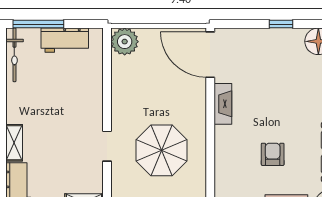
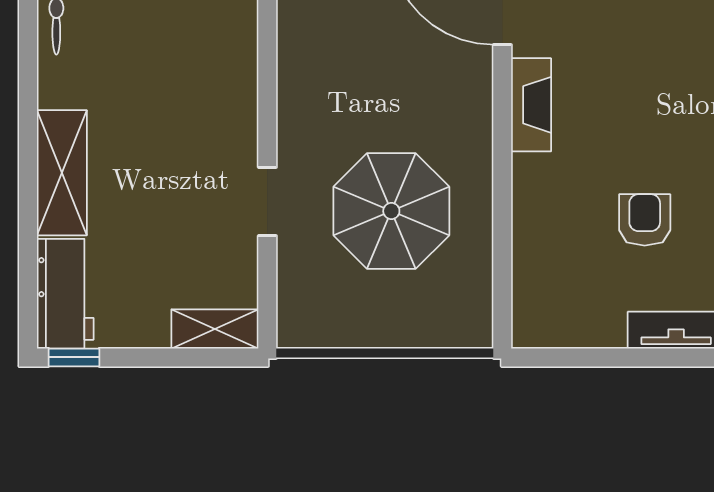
shelving: (14, 143) -> (62, 173), width x1.50, depth x1.33

